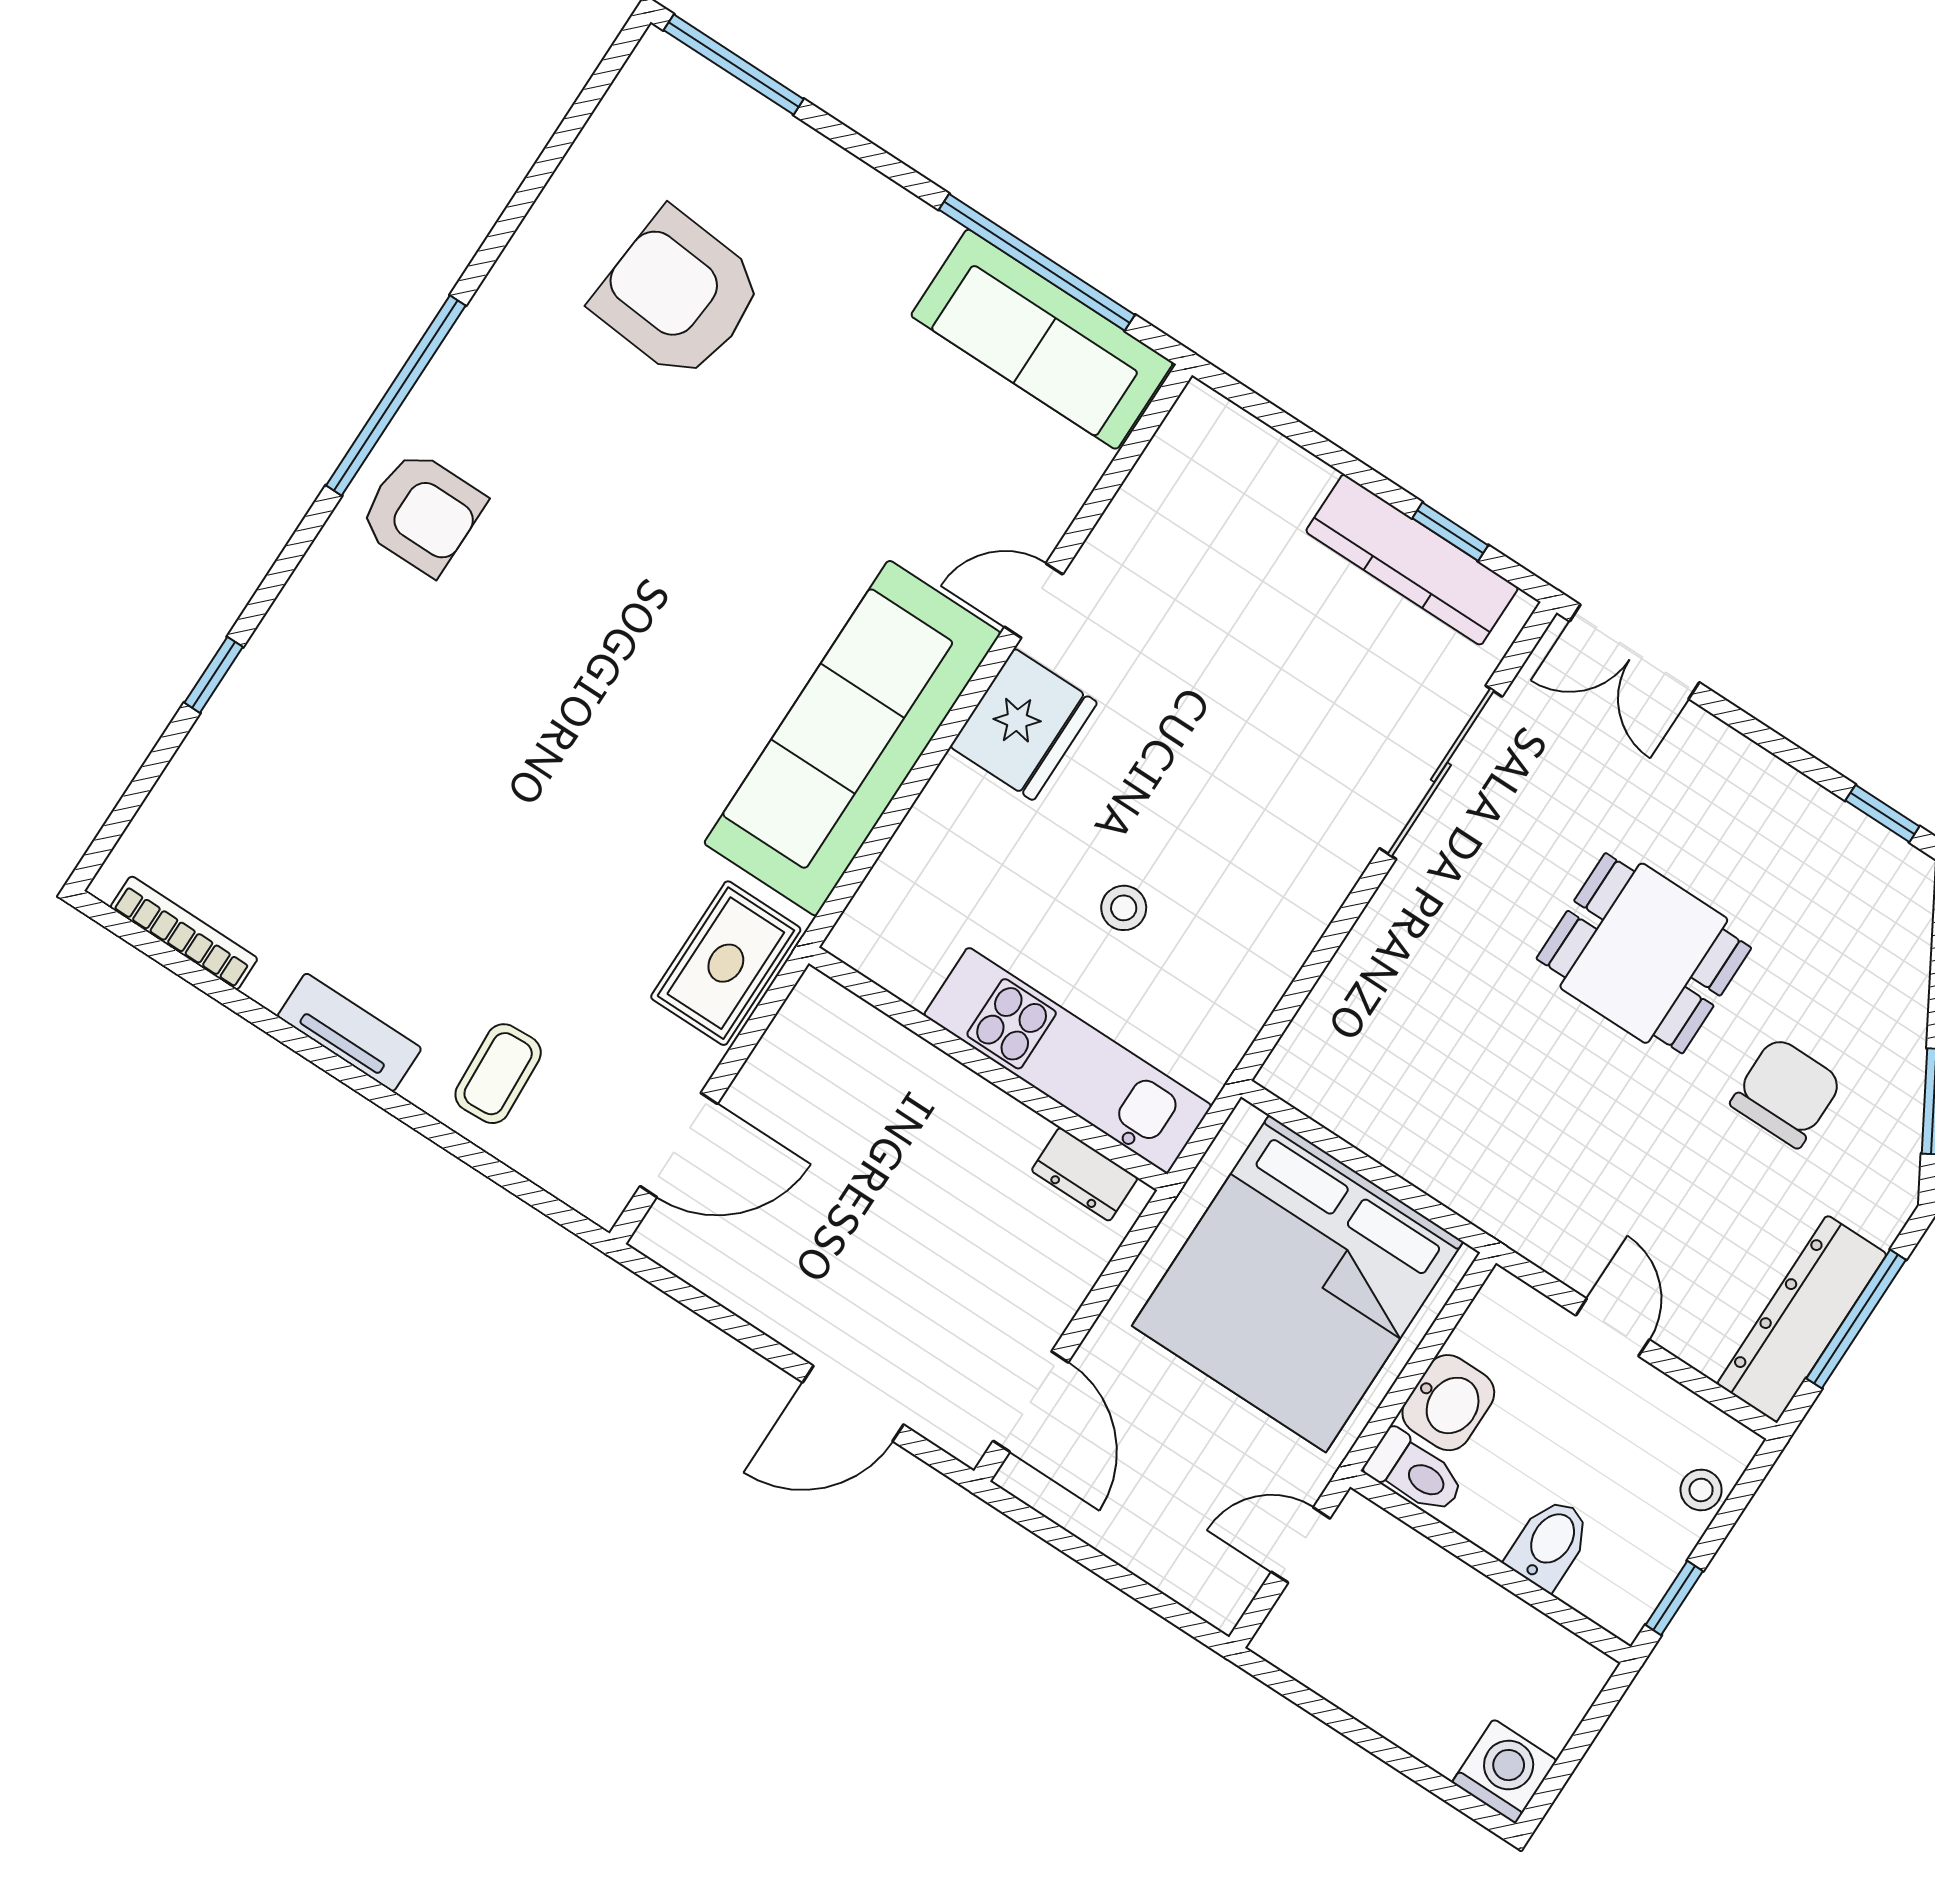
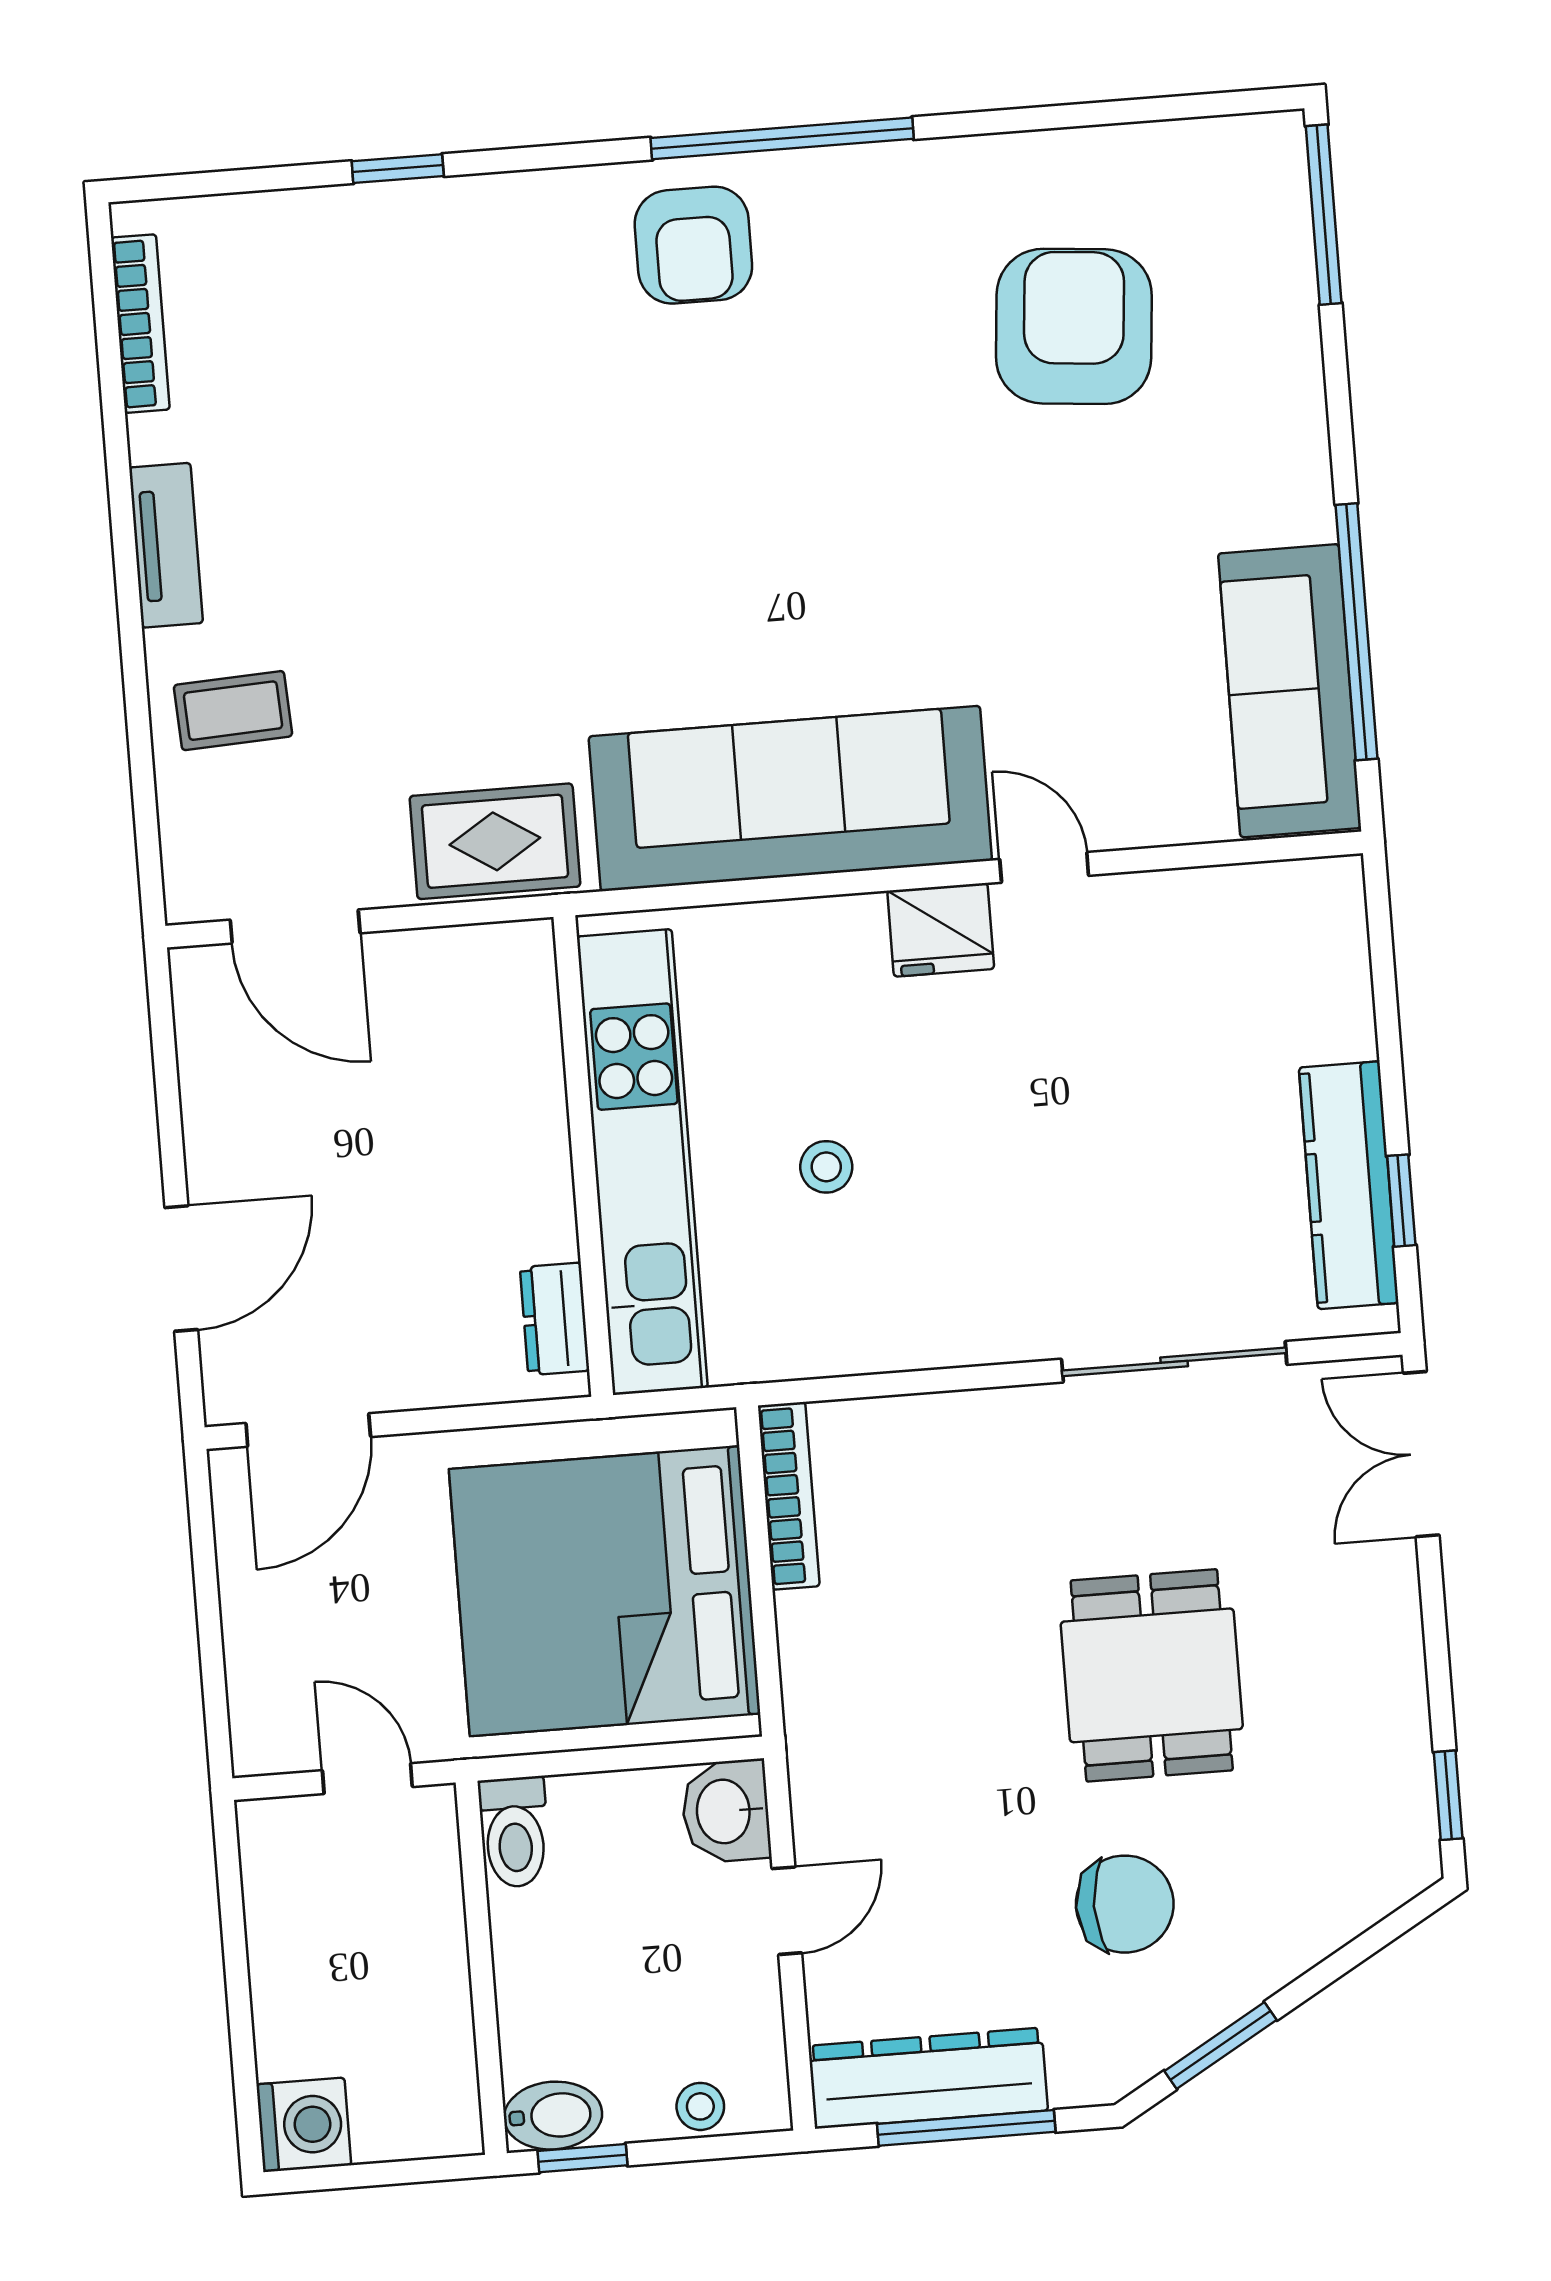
fridge: (1024, 725) -> (941, 930), width x0.73, depth x0.75
kitchen unit: (1068, 1060) -> (642, 1162), width x1.36
bookcase: (1329, 1107) -> (789, 1496), added
washbasin: (1448, 1403) -> (726, 1811), moved, turned 90
door: (853, 1404) -> (181, 1269), swing flipped
bidet: (1549, 1543) -> (553, 2116), moved

